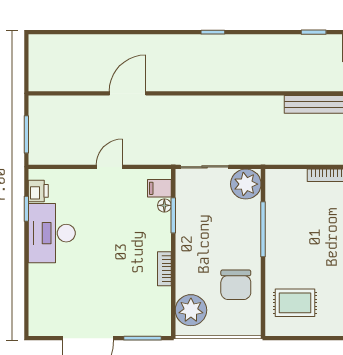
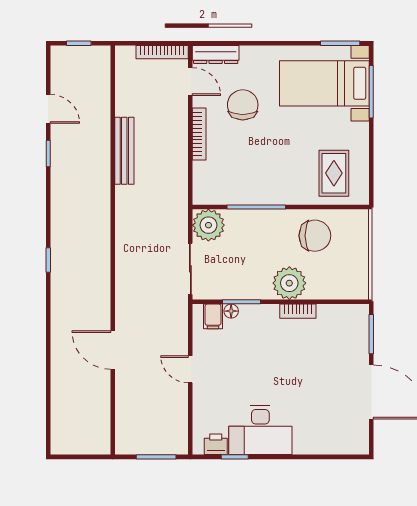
plant: (191, 310) -> (289, 283), moved

